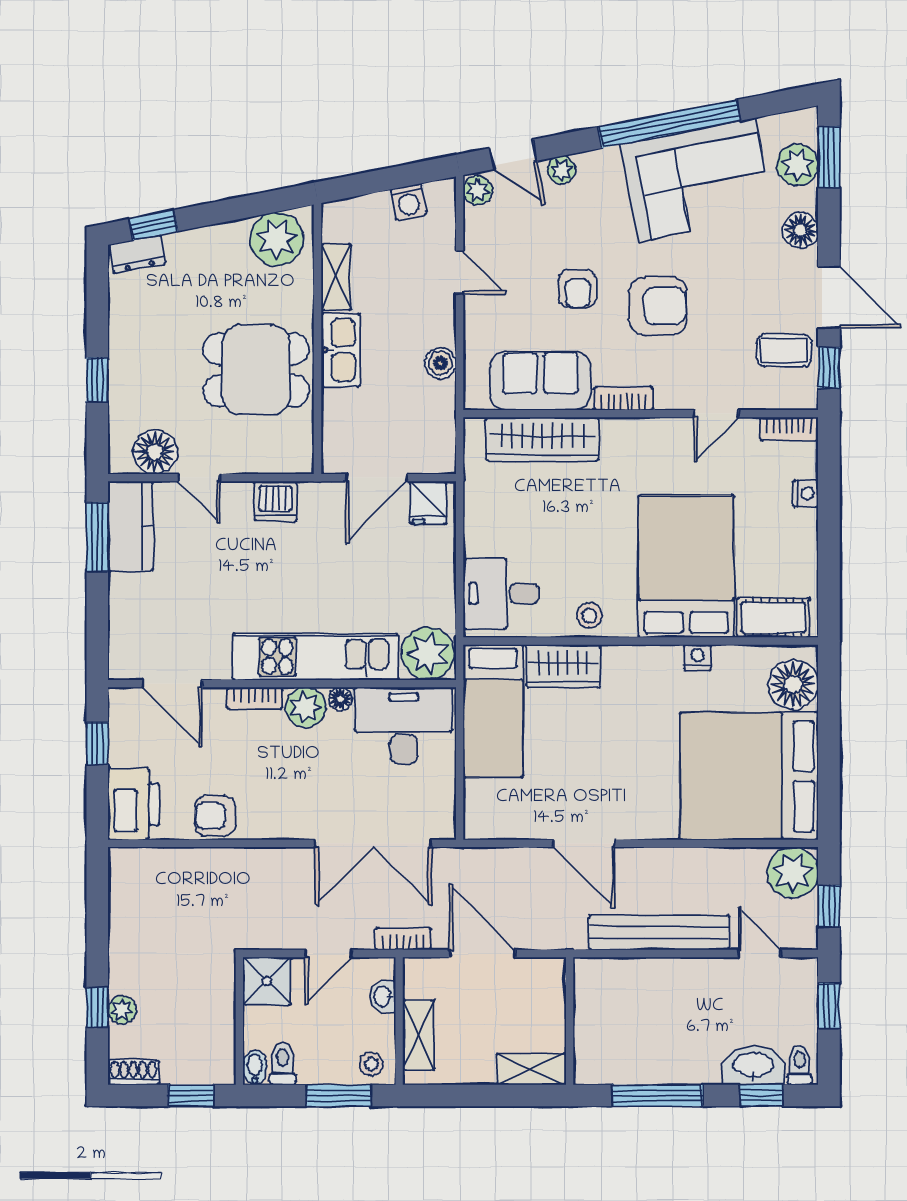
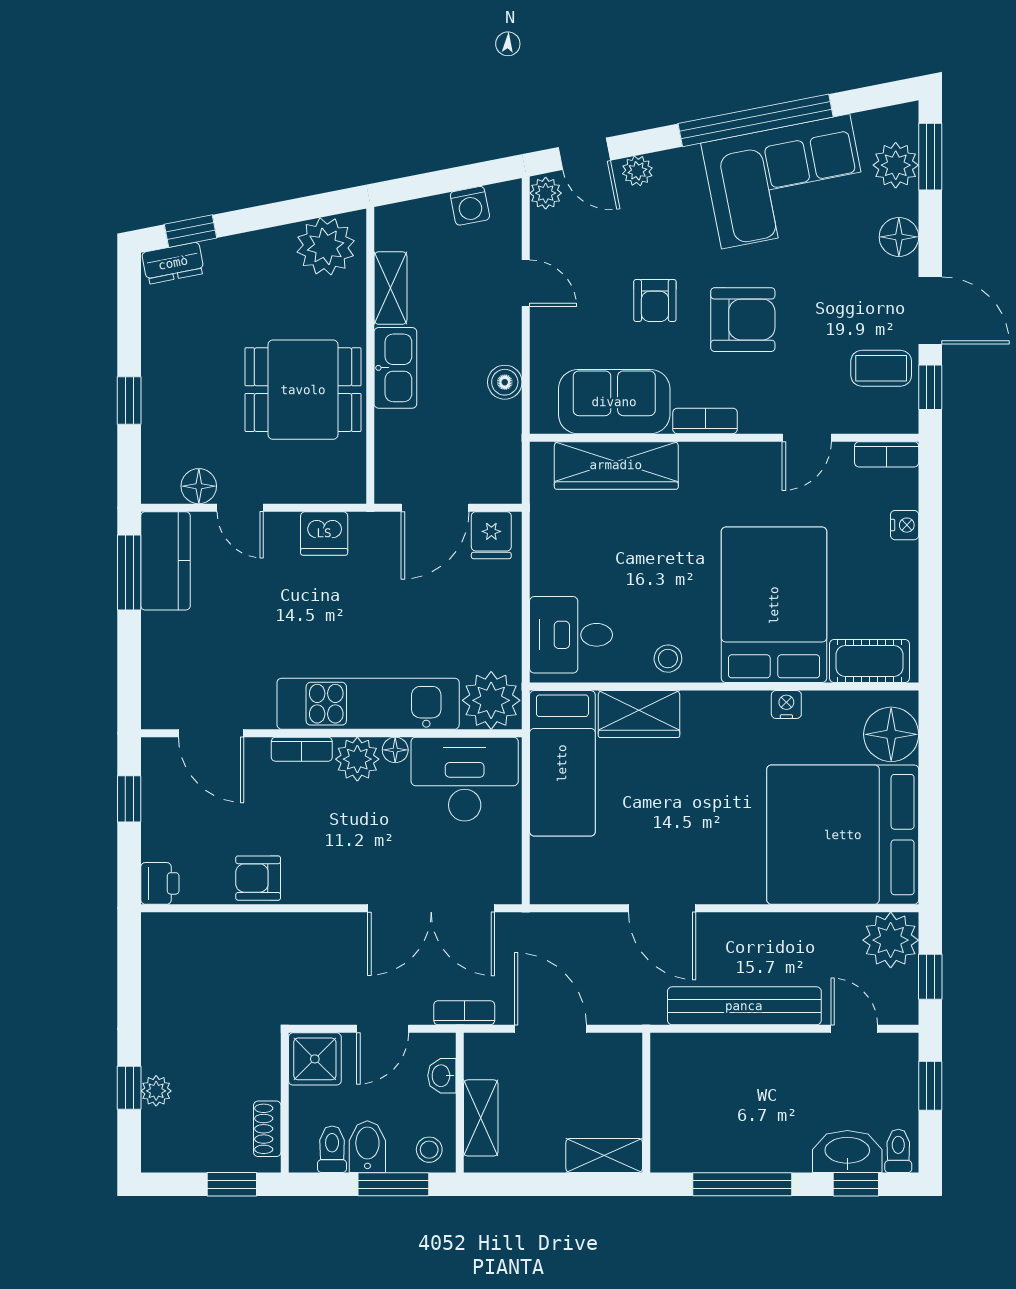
floor lamp: (155, 452) -> (199, 486), width x0.73, depth x0.73
printer: (134, 804) -> (160, 883), width x0.53, depth x0.68
bidet: (255, 1067) -> (367, 1147), moved, width x1.38, depth x1.36
shoe rack: (133, 1073) -> (267, 1129), moved, turned -90

